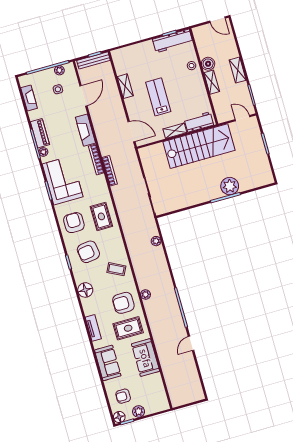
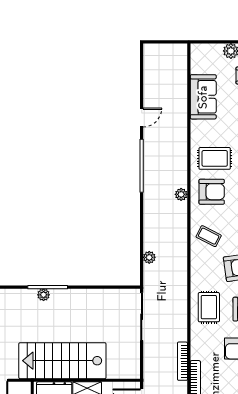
plant: (230, 186) -> (44, 295), width x0.53, depth x0.53
sofa: (146, 358) -> (203, 97), moved

